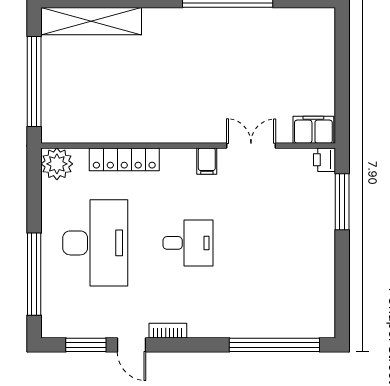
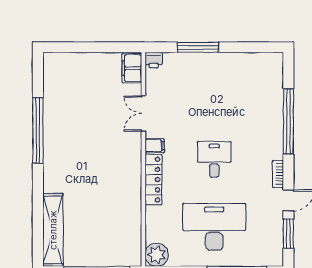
locker: (124, 159) -> (153, 180), moved
window: (342, 202) -> (198, 47), moved
window: (274, 345) -> (288, 122), moved

